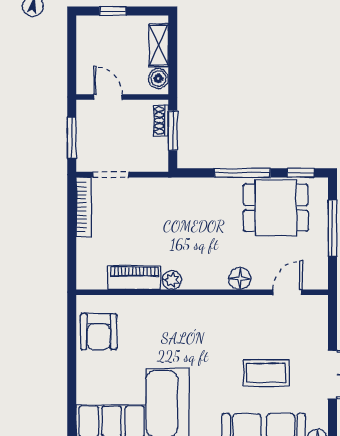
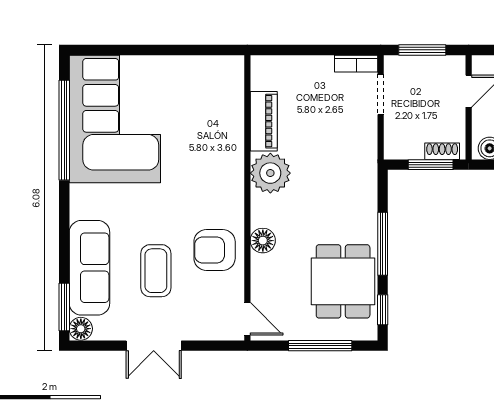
bookcase: (84, 207) -> (356, 64), width x0.64
plant: (172, 280) -> (270, 173), width x1.87, depth x1.87
door: (287, 292) -> (247, 319), moved
armchair: (99, 332) -> (215, 250), moved

